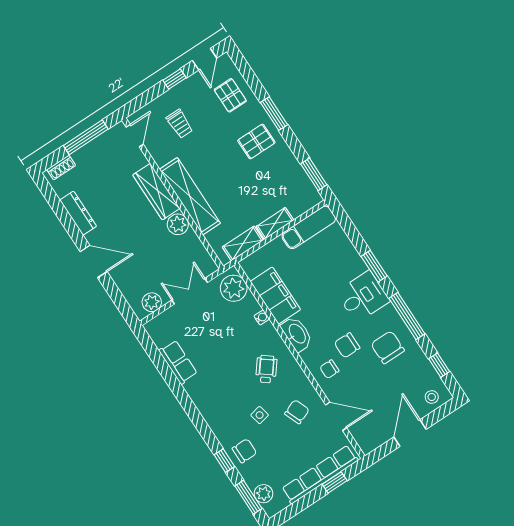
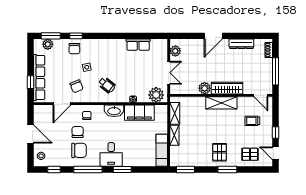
shelving: (190, 196) -> (221, 103), width x0.68
chair: (347, 345) -> (78, 132), moved

